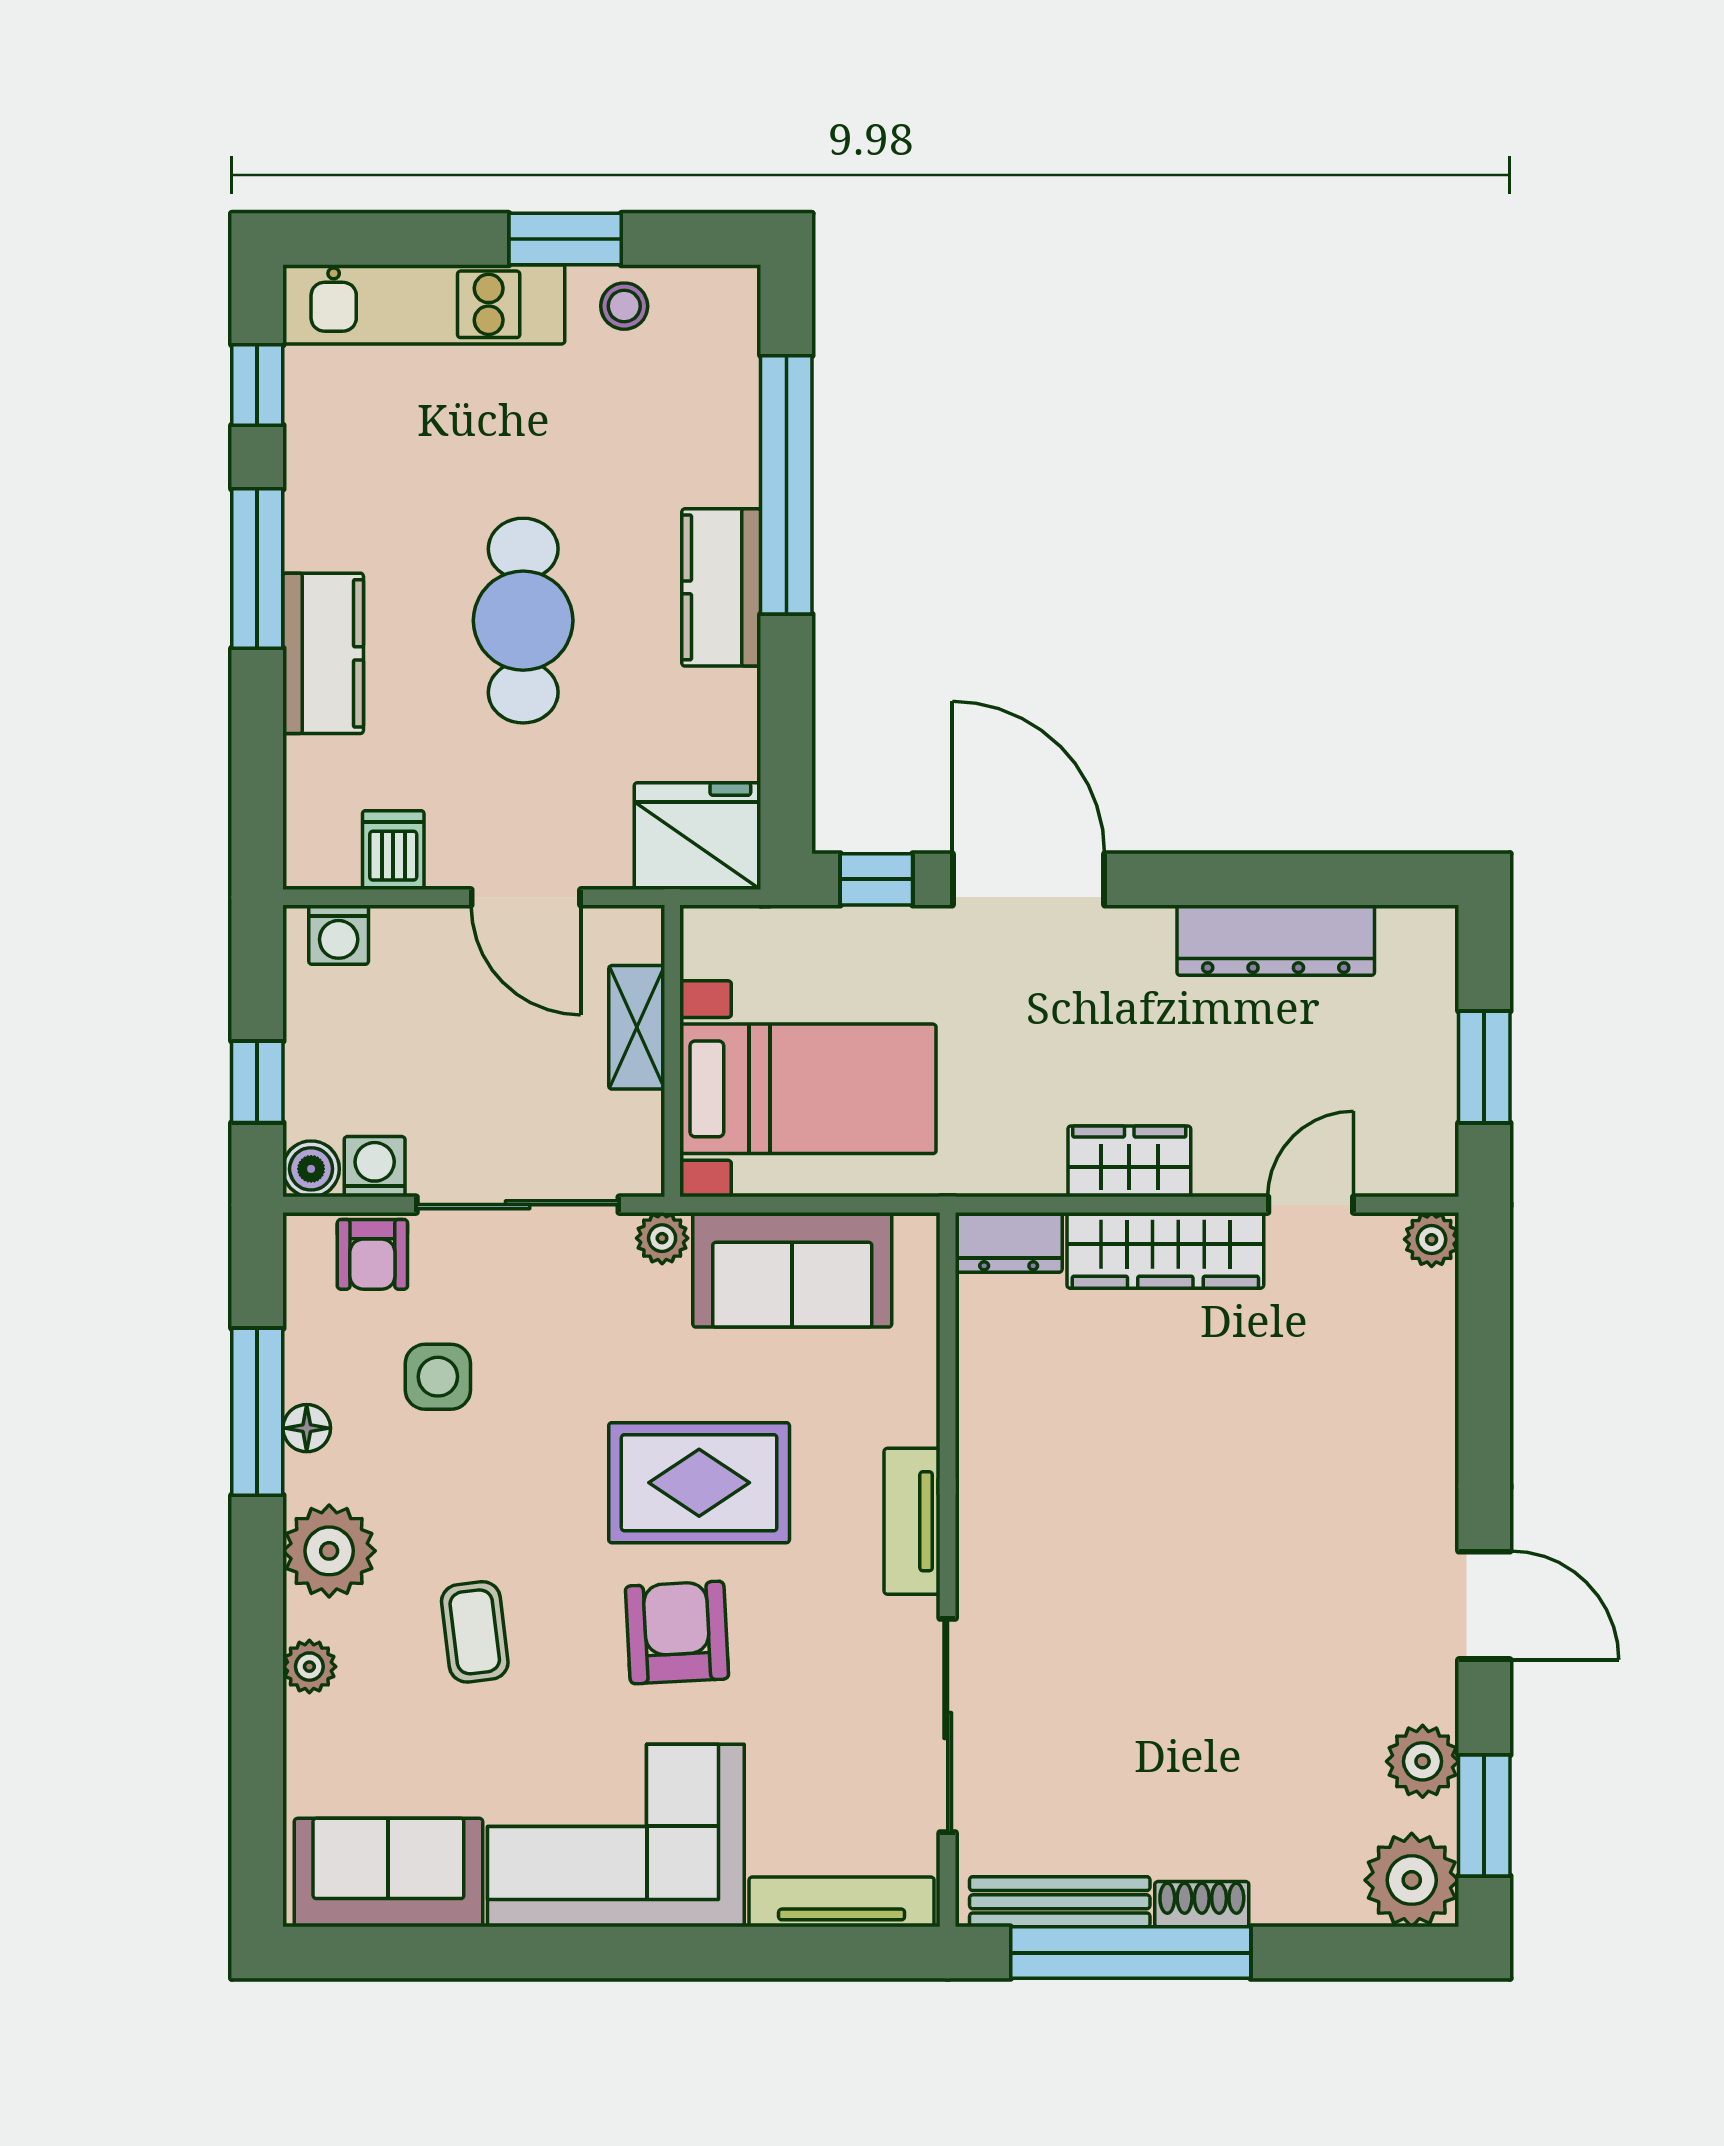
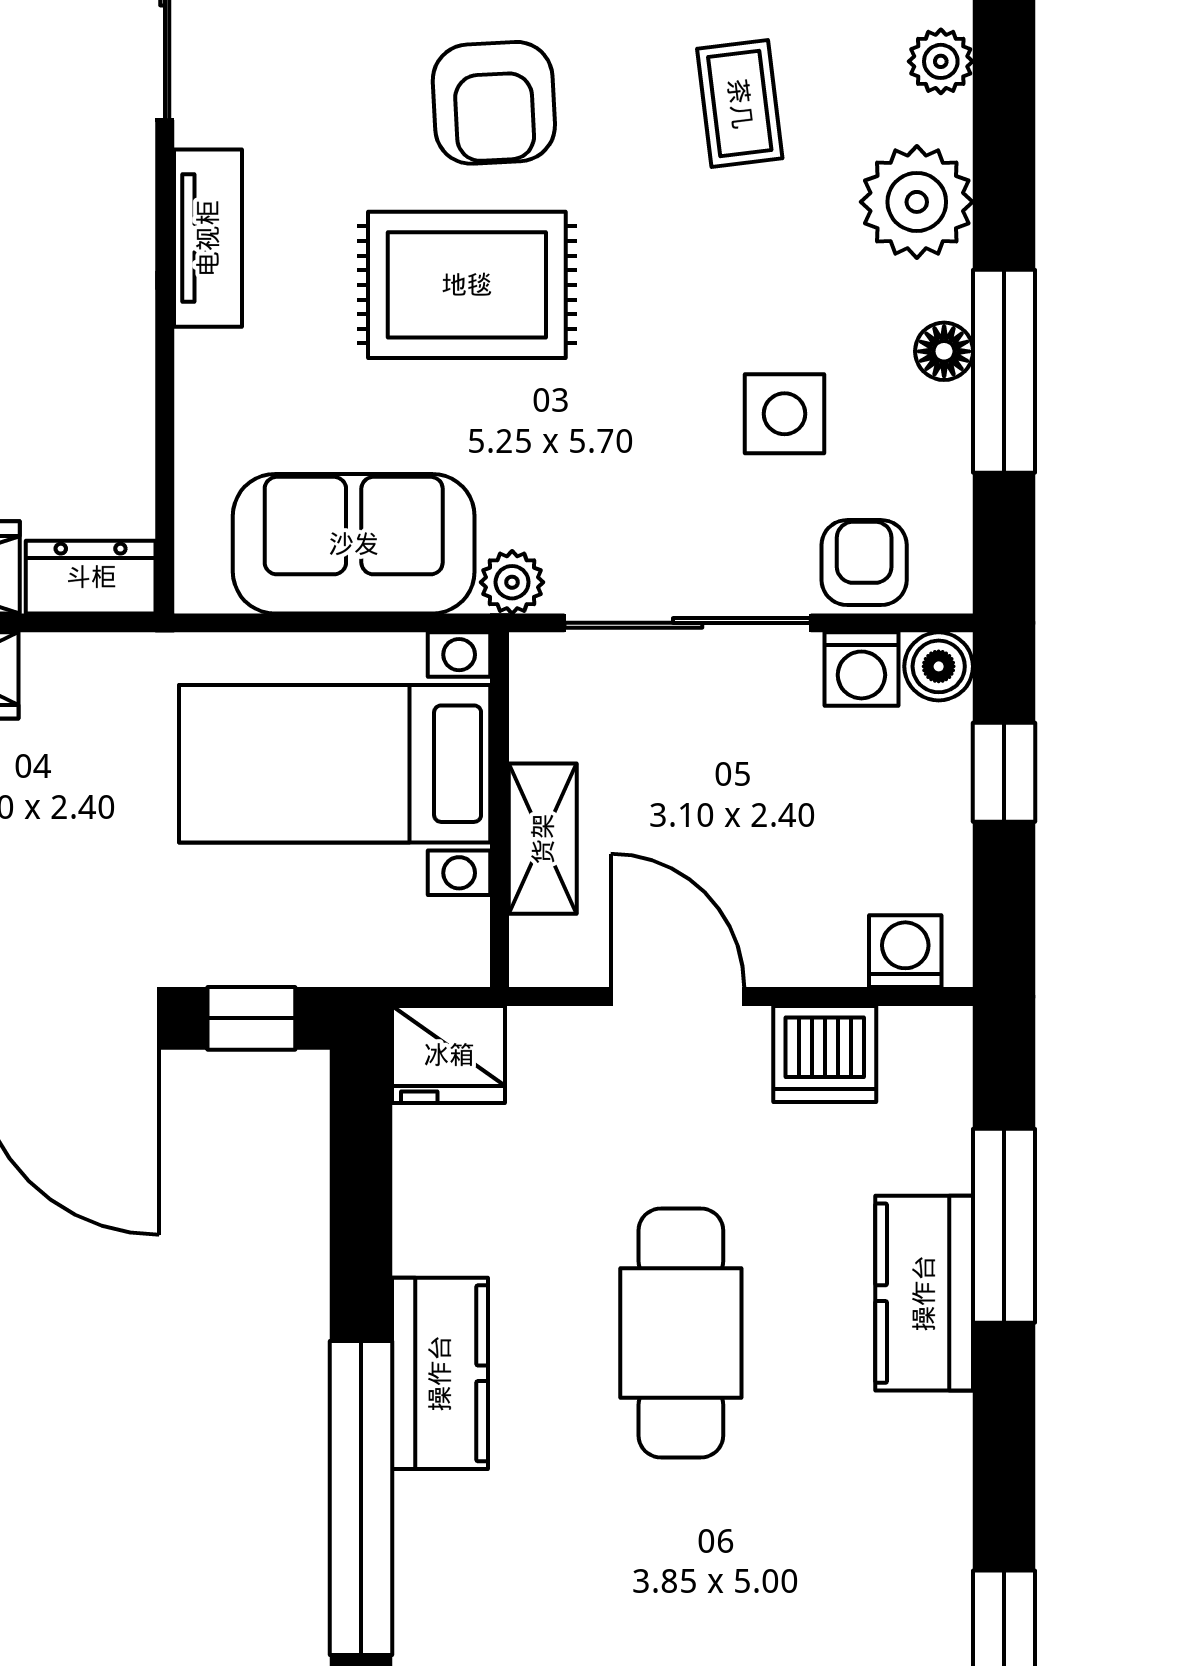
window: (257, 569) -> (1004, 1226), moved
fridge: (698, 836) -> (449, 1055), width x0.73, depth x0.75
dishwasher: (393, 850) -> (825, 1054), width x1.38

